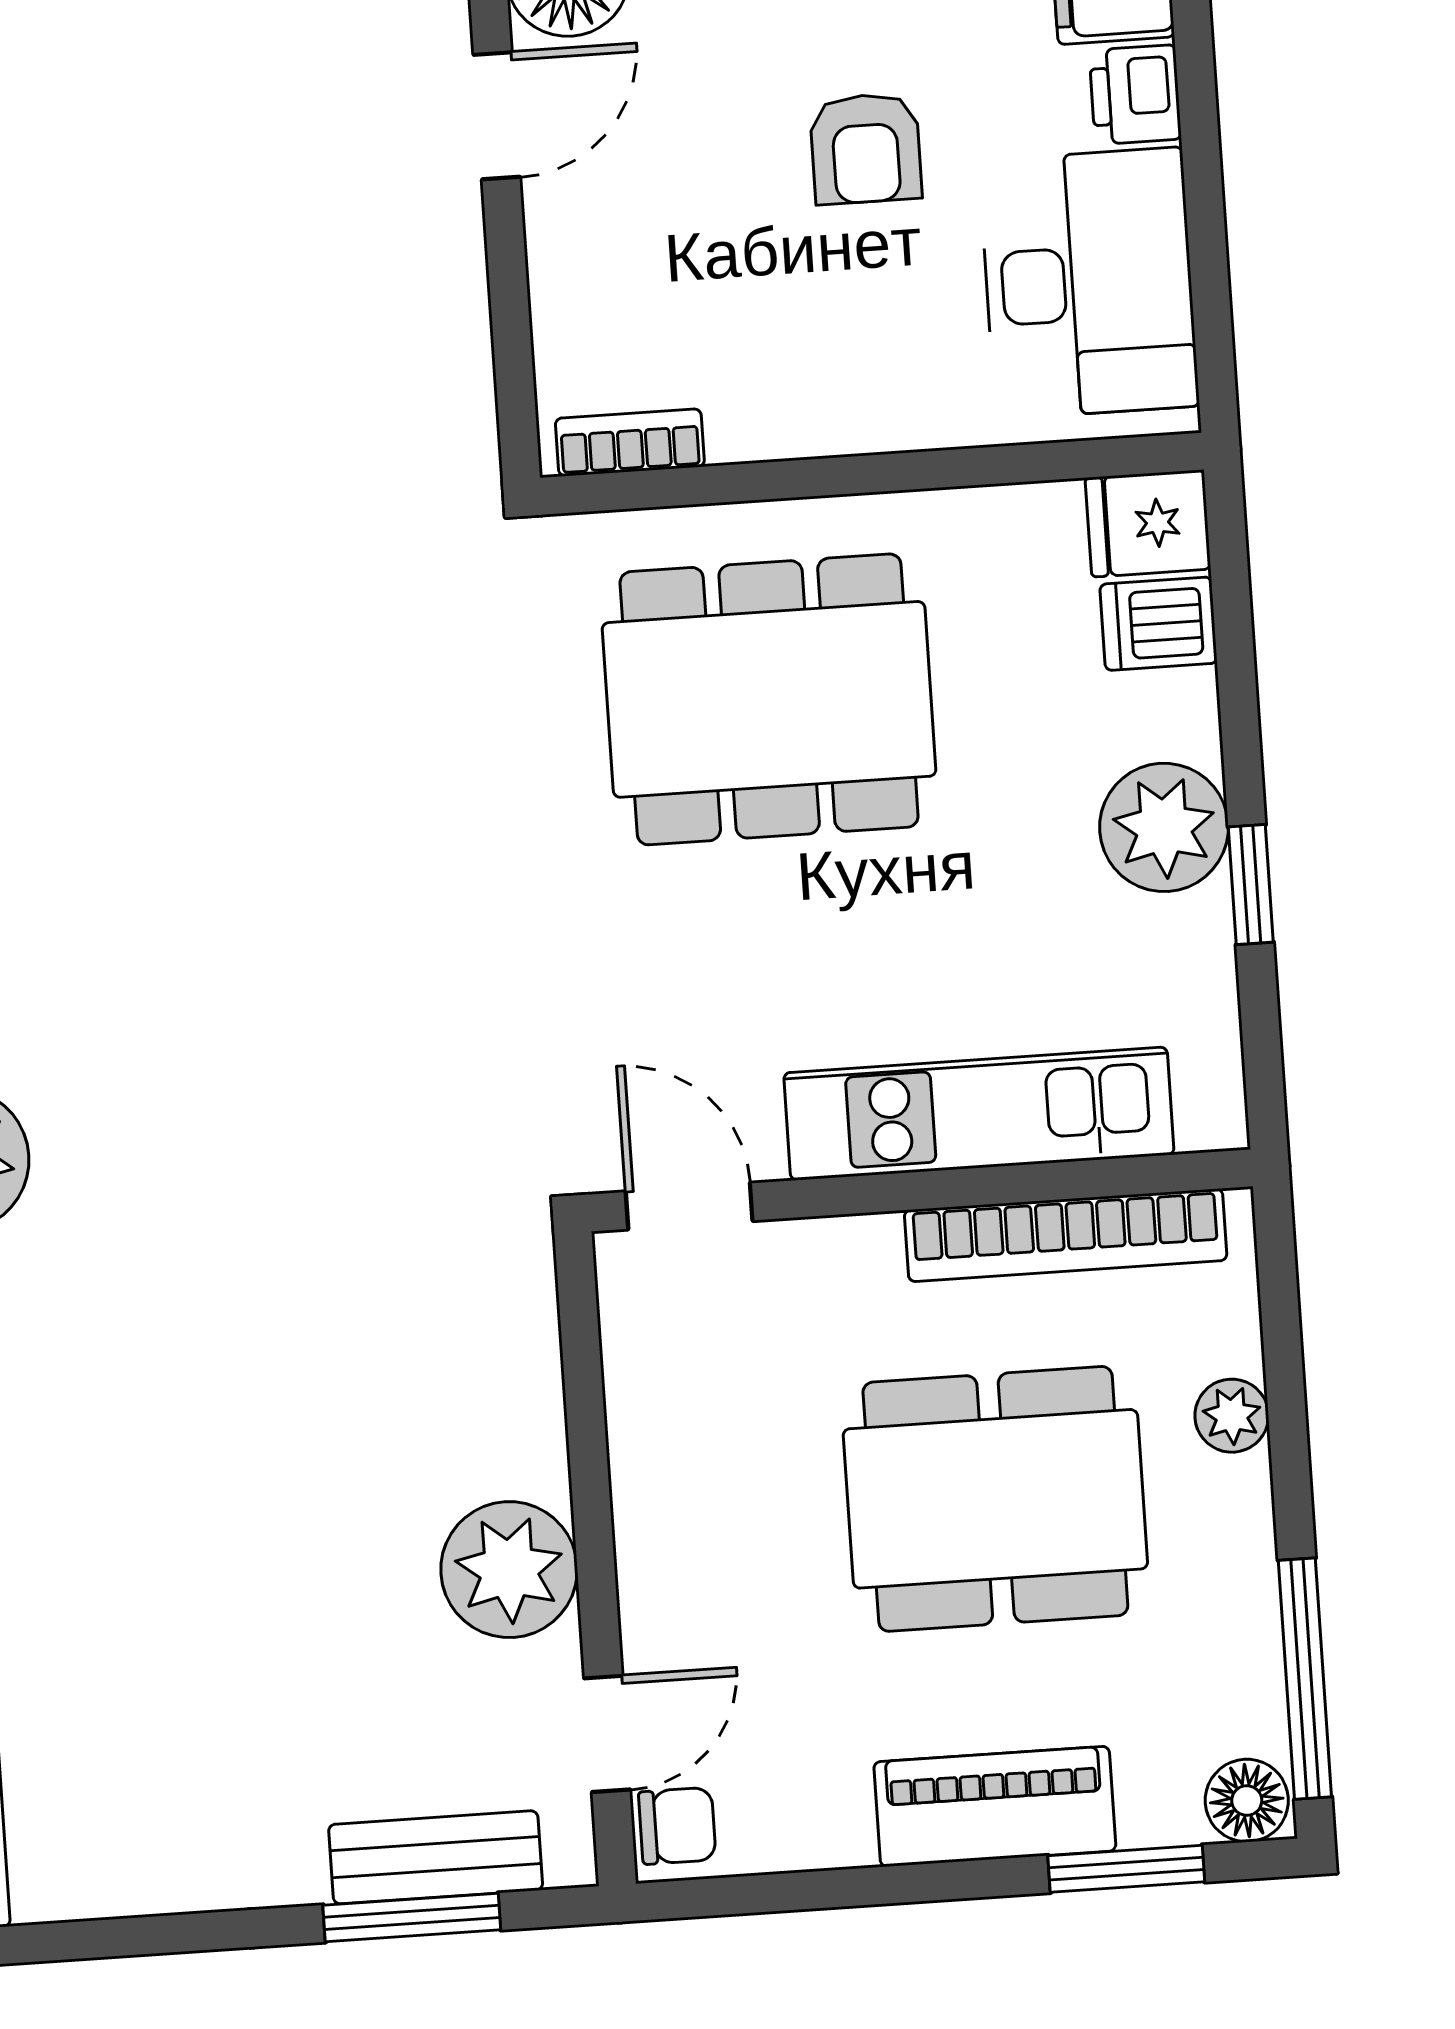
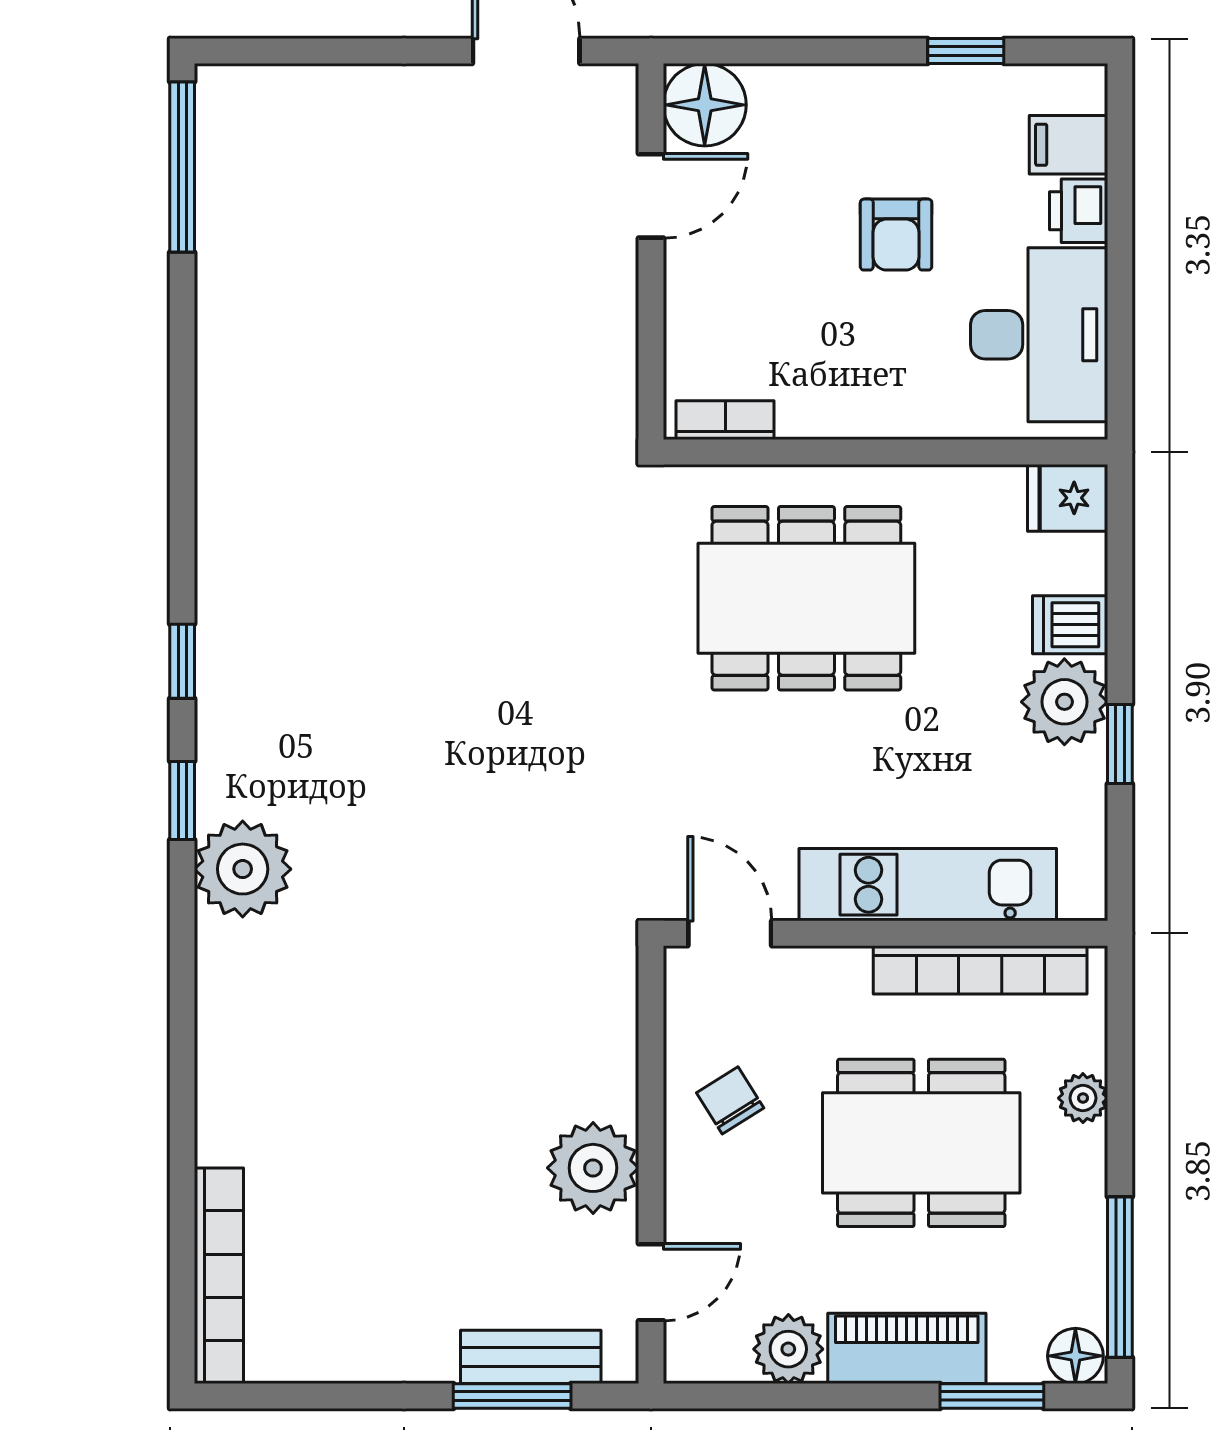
dishwasher: (1158, 624) -> (1070, 625), moved
plant: (818, 1819) -> (788, 1349), added
chair: (677, 1826) -> (730, 1100), moved, turned -122

